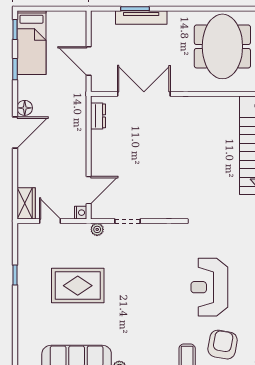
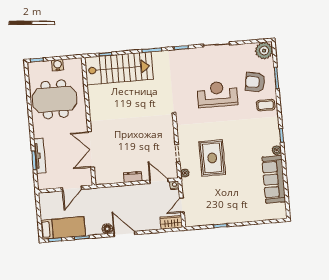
dresser: (98, 116) -> (133, 177), moved
rug: (78, 286) -> (212, 158), moved
reception desk: (209, 287) -> (217, 94), turned 180

